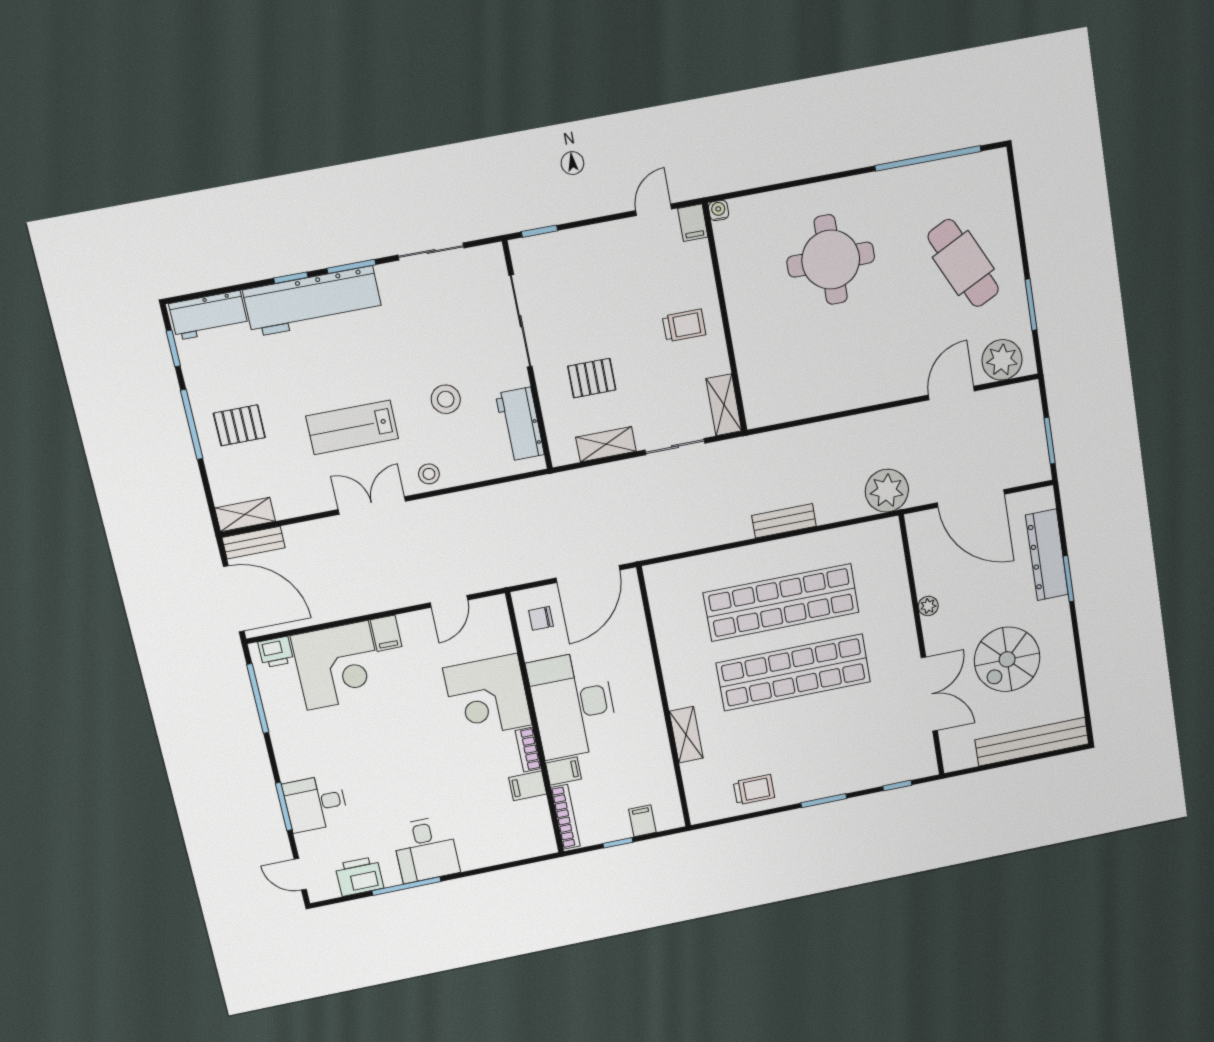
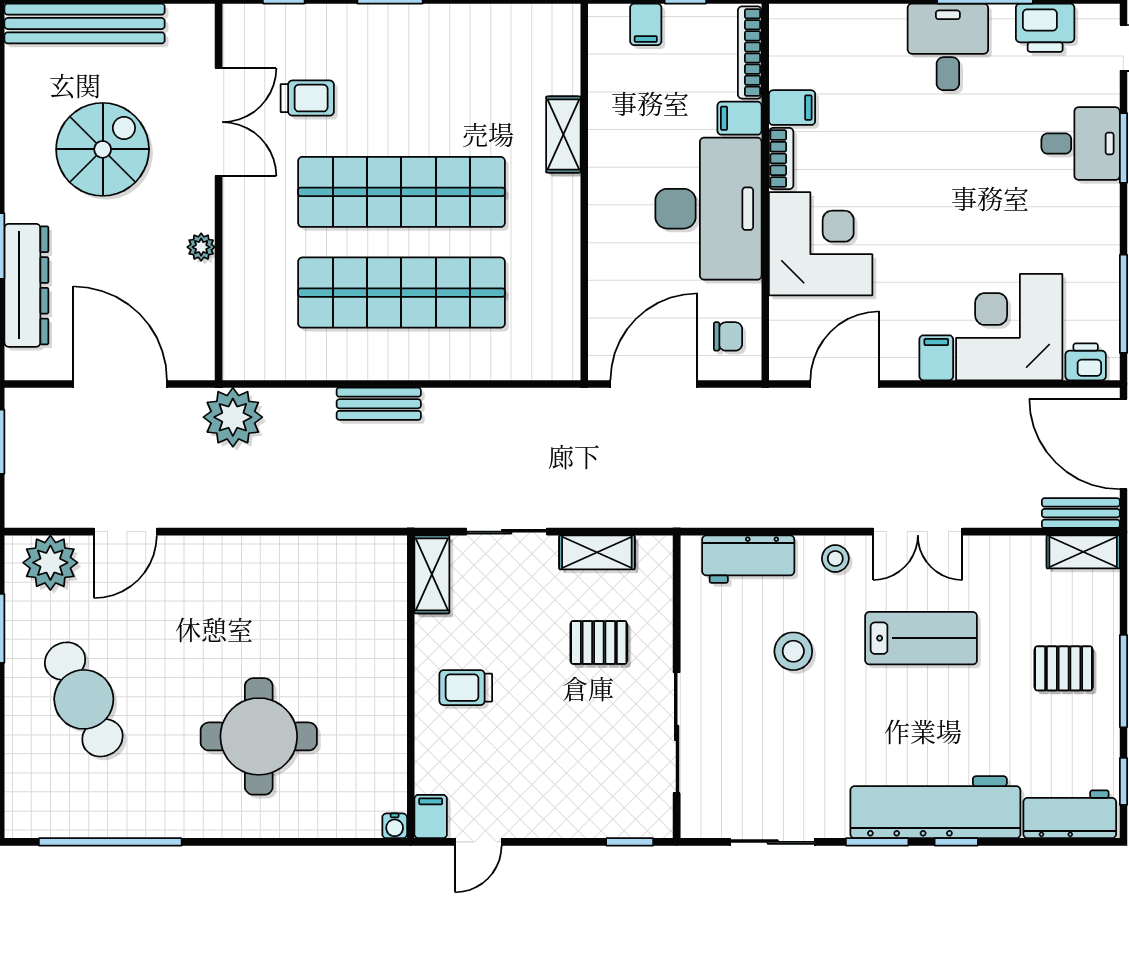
workbench: (520, 424) -> (748, 559), moved, turned 90
door: (449, 601) -> (845, 384), width x1.38
double door: (929, 694) -> (219, 122), swing flipped
trolley: (754, 790) -> (307, 98), moved, turned 180

